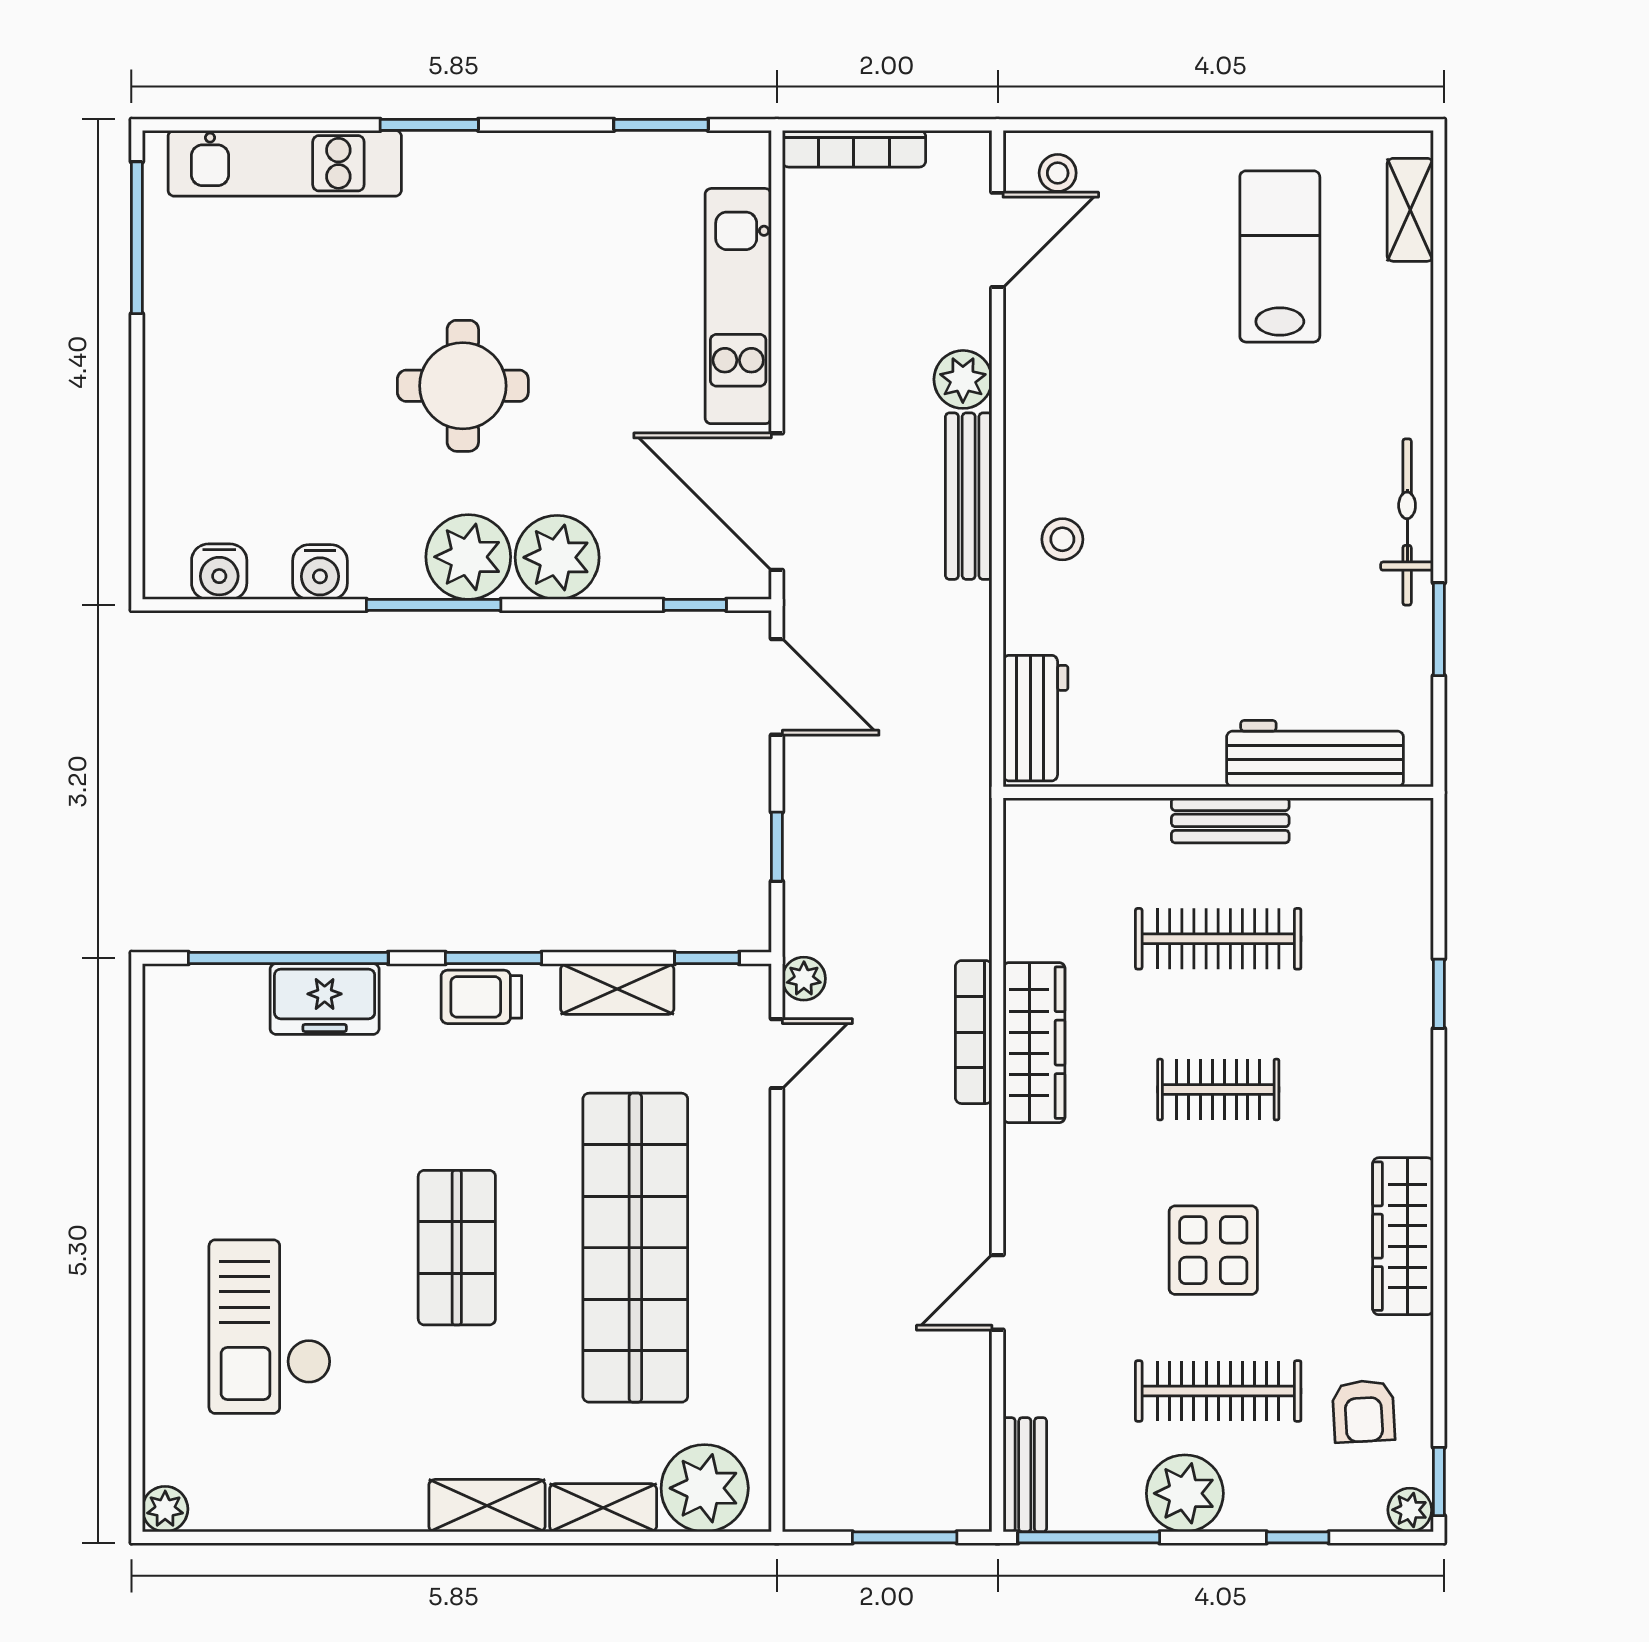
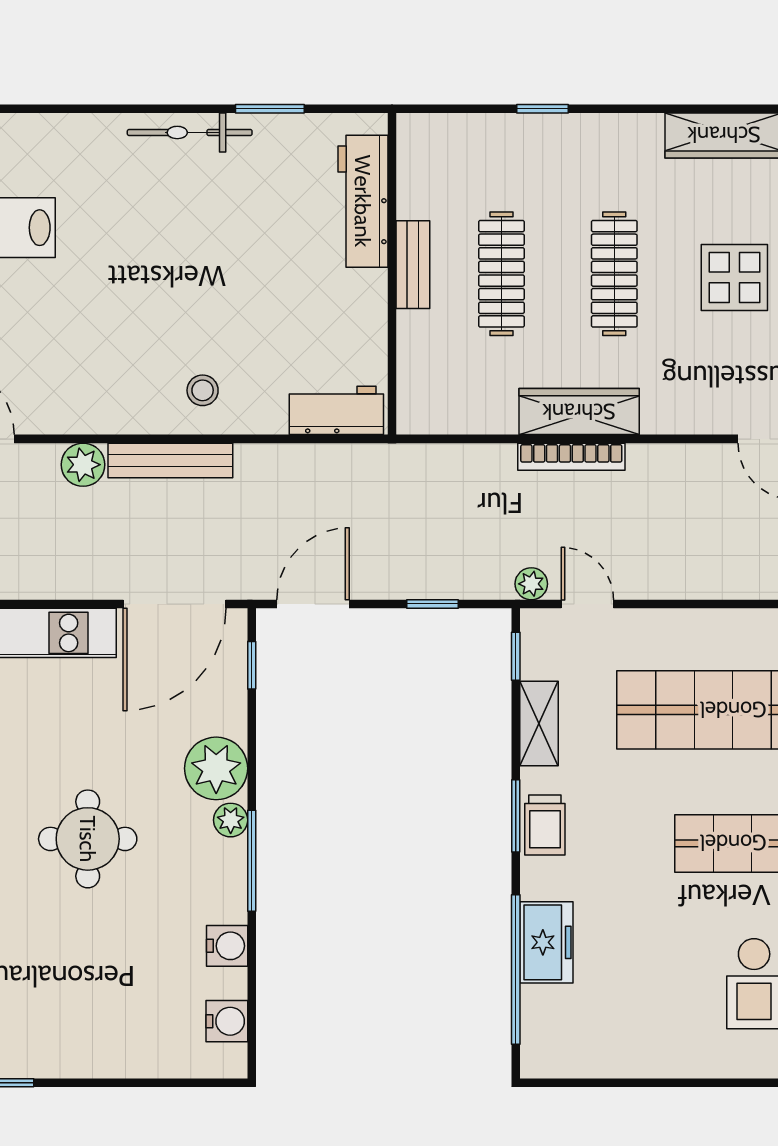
plant: (468, 557) -> (231, 820), width x0.53, depth x0.53
clothes rail: (1218, 1090) -> (614, 274), width x1.36

